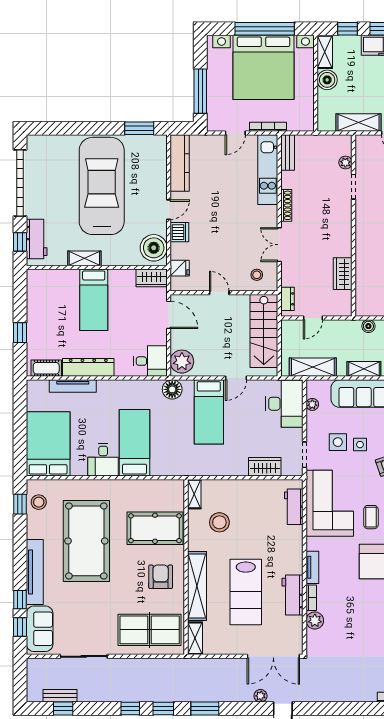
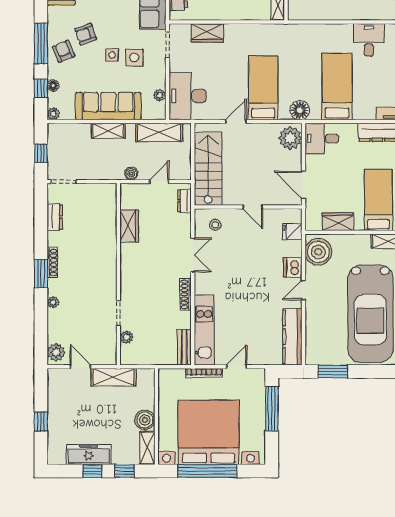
wardrobe: (152, 278) -> (338, 222), moved
boiler: (368, 326) -> (131, 174), moved
bed: (135, 443) -> (337, 87), moved, turned 180

